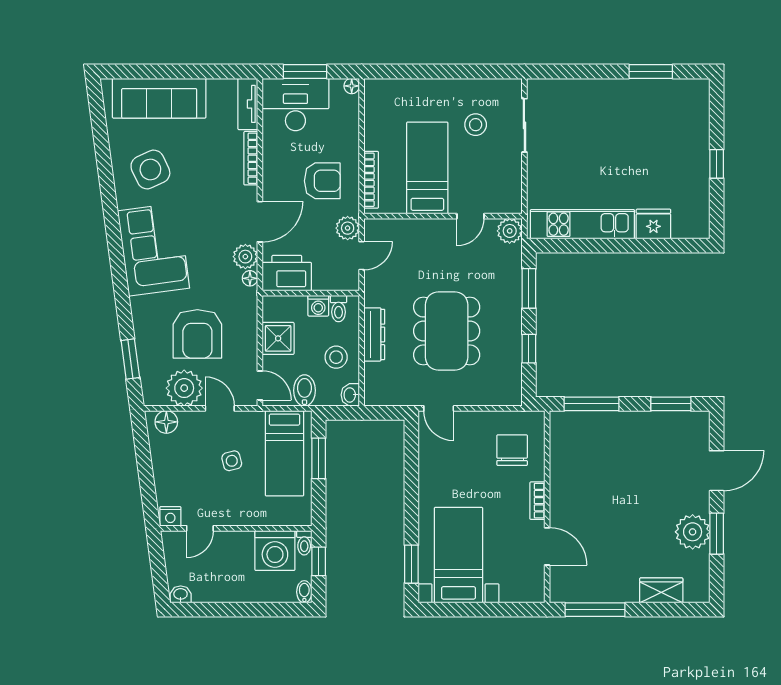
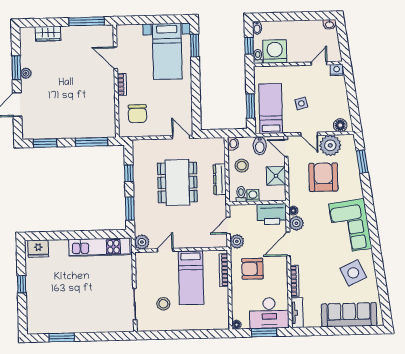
fridge: (653, 224) -> (38, 249), moved
plant: (693, 532) -> (26, 73), width x0.53, depth x0.53

